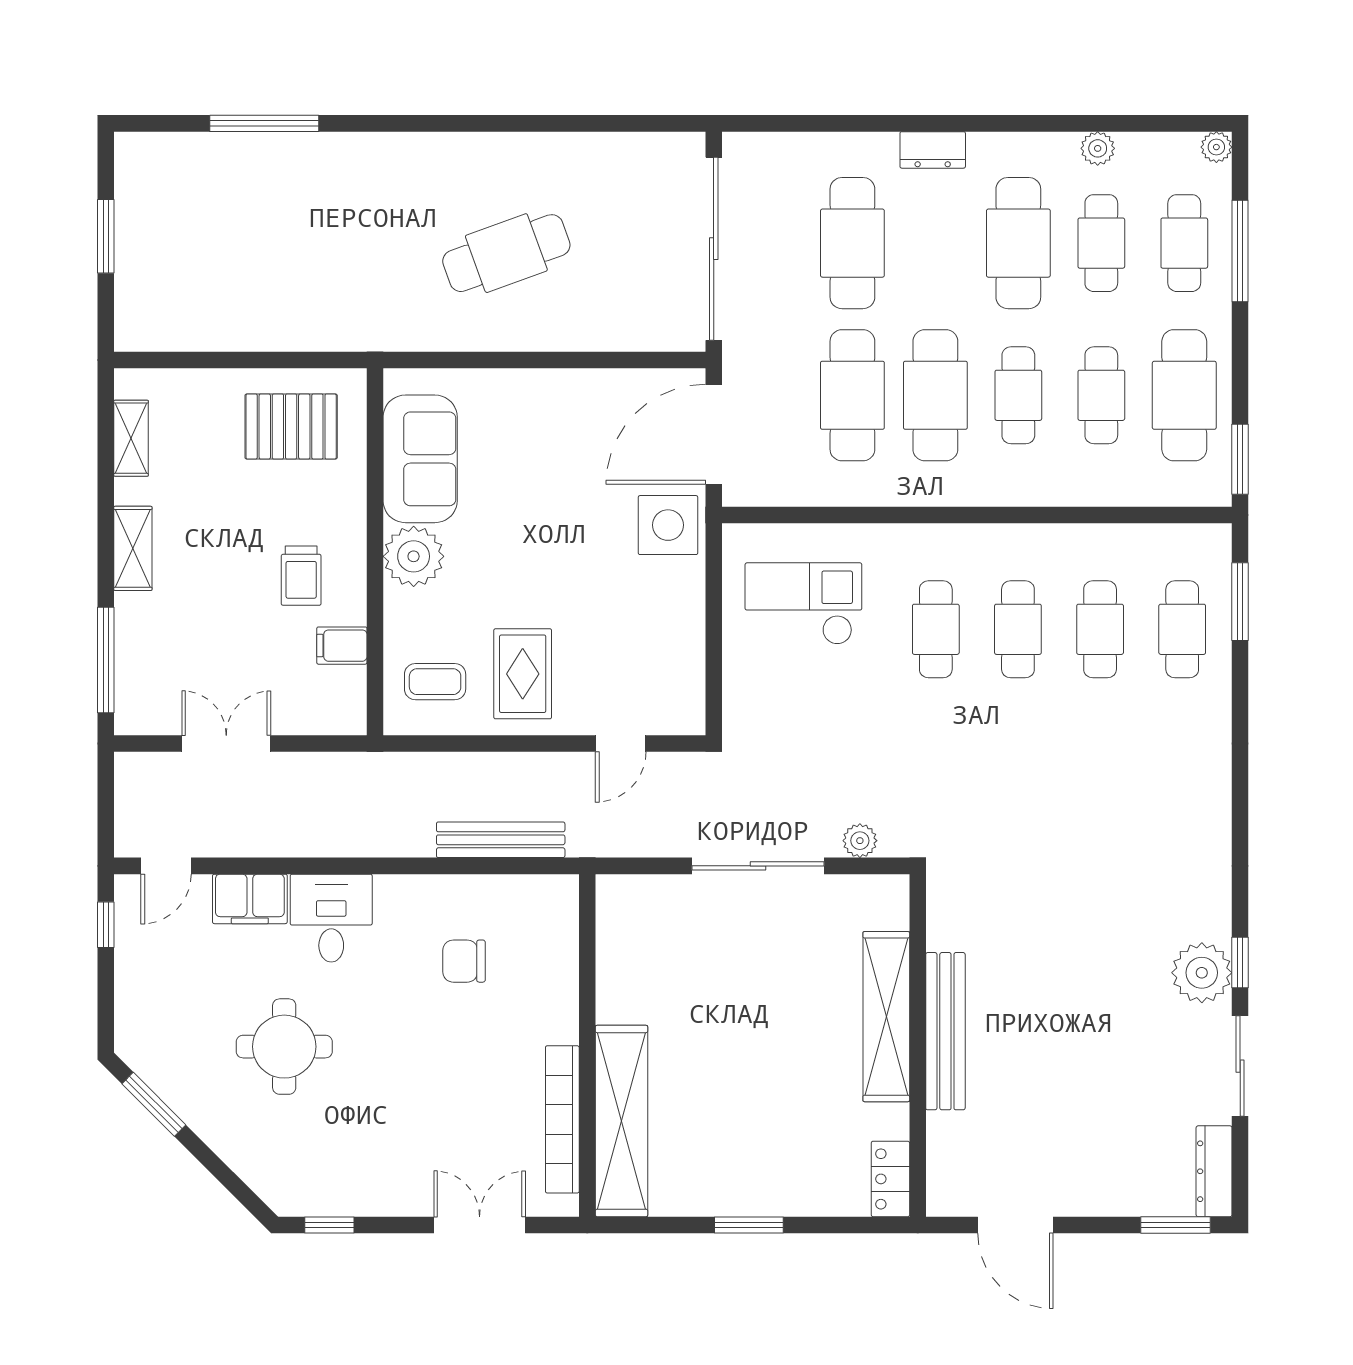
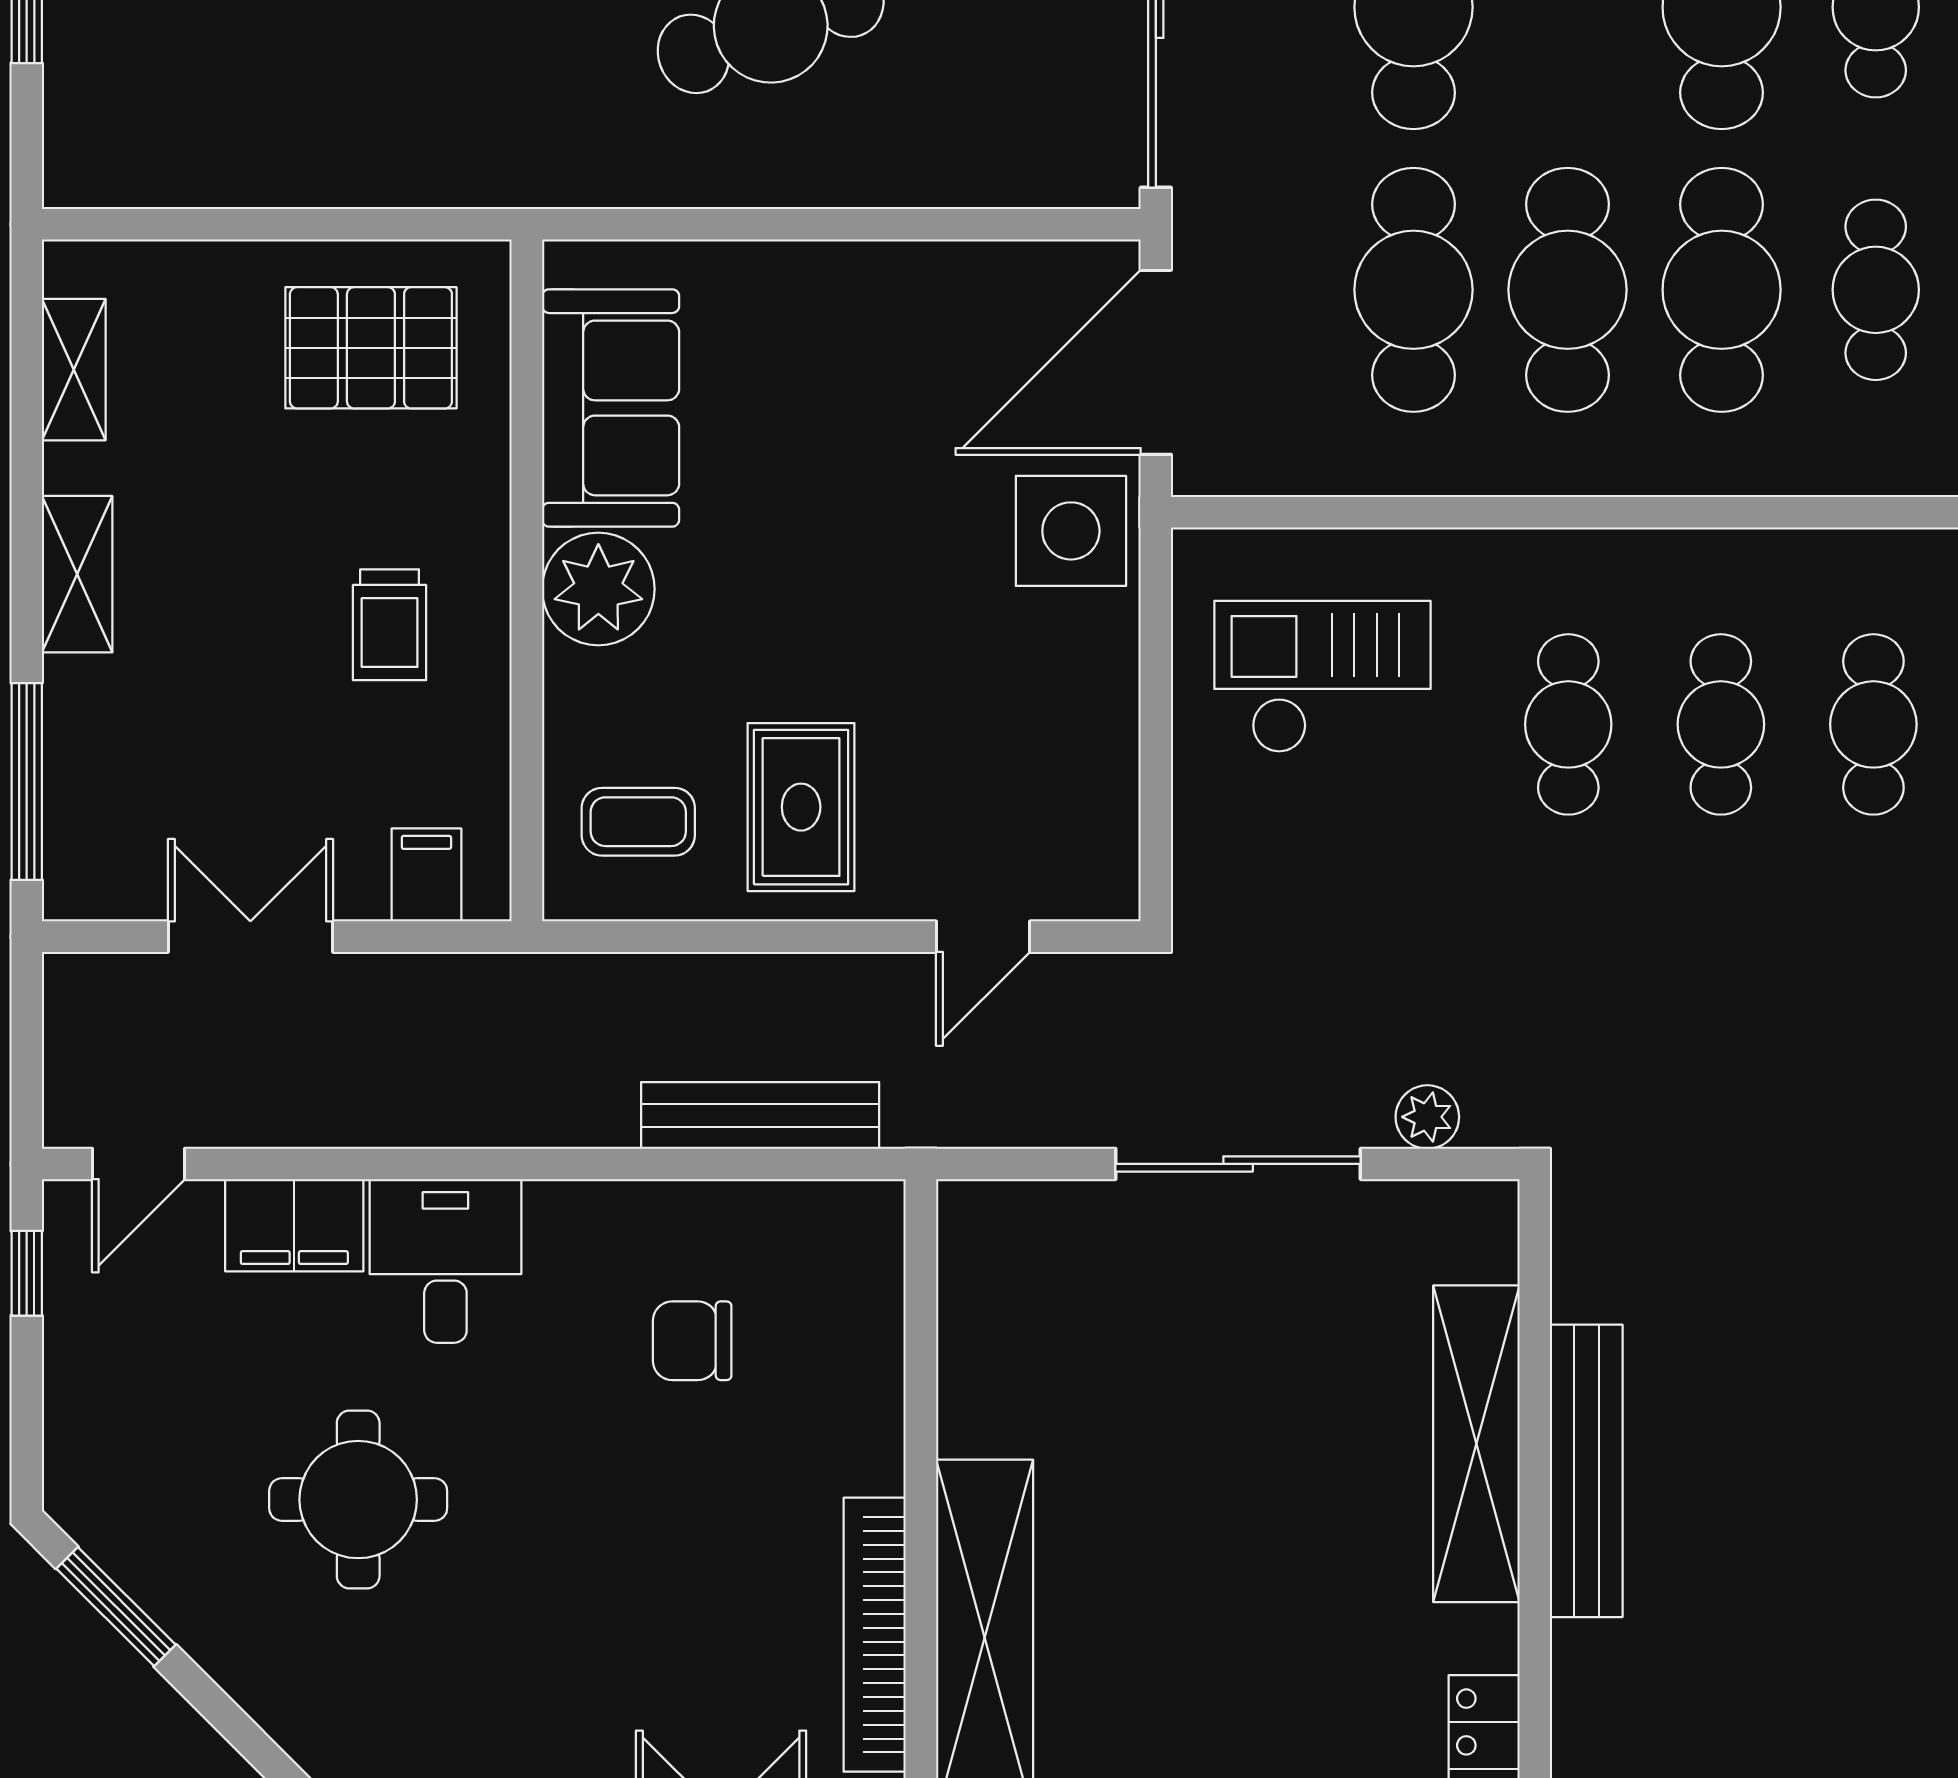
cafe table: (1018, 395) -> (1722, 290), width x1.37, depth x1.35
filing cabinet: (342, 646) -> (426, 875), moved, turned 90

